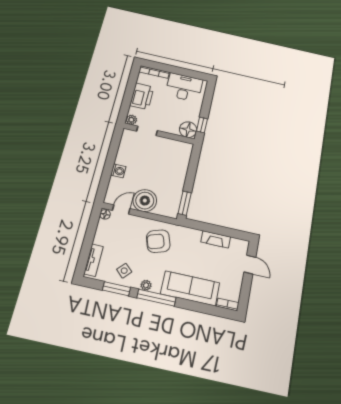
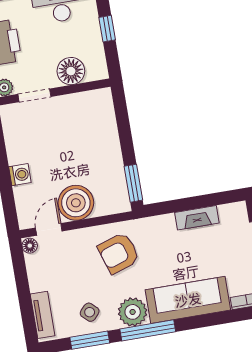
window: (202, 125) -> (107, 29), moved
floor lamp: (188, 130) -> (71, 71), moved
plant: (146, 285) -> (133, 312), width x1.87, depth x1.87

